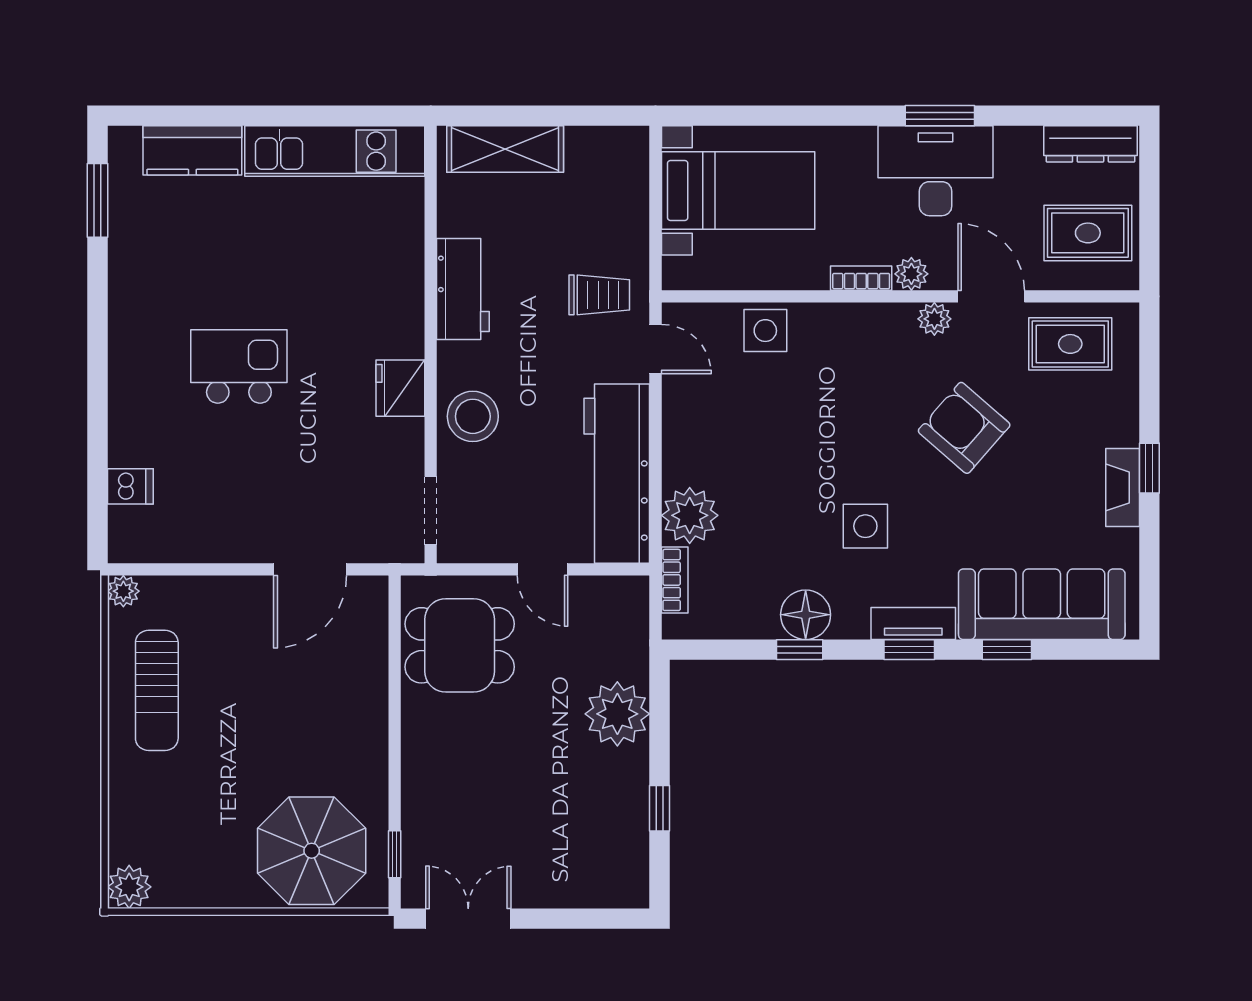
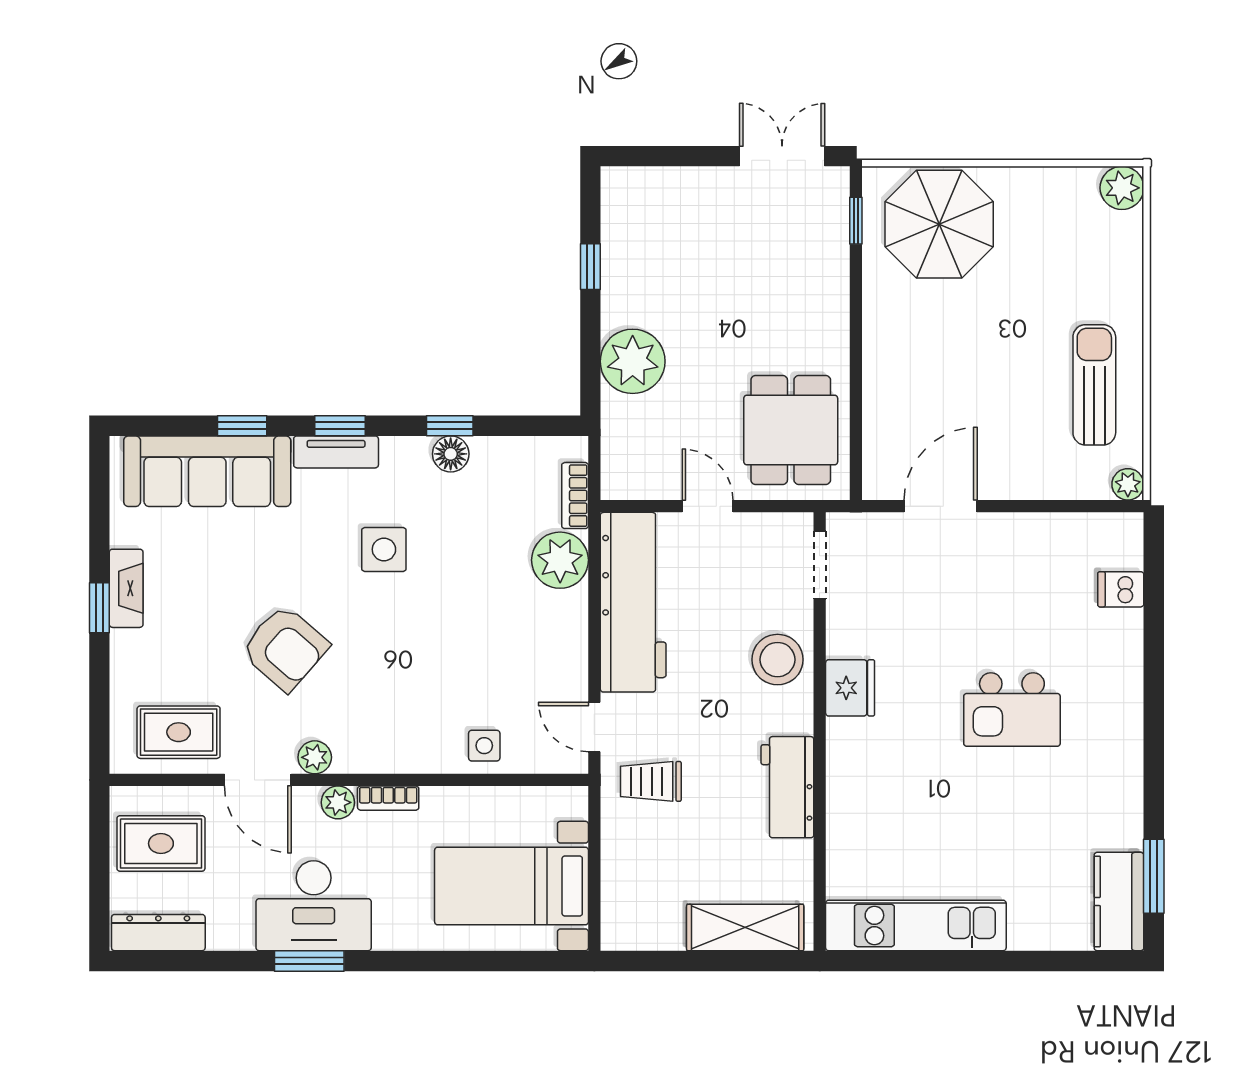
kitchen counter: (192, 150) -> (1119, 902), moved, turned -90
side table: (765, 331) -> (484, 746), width x0.73, depth x0.73
floor lamp: (806, 615) -> (451, 454), width x0.73, depth x0.73
dining table: (460, 645) -> (791, 430), turned 90
double door: (468, 919) -> (782, 156), swing flipped

